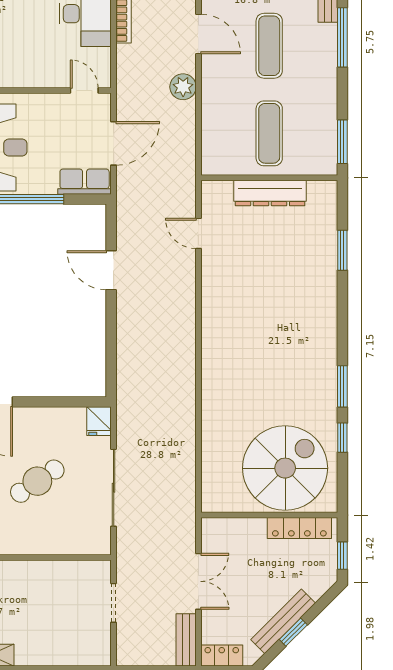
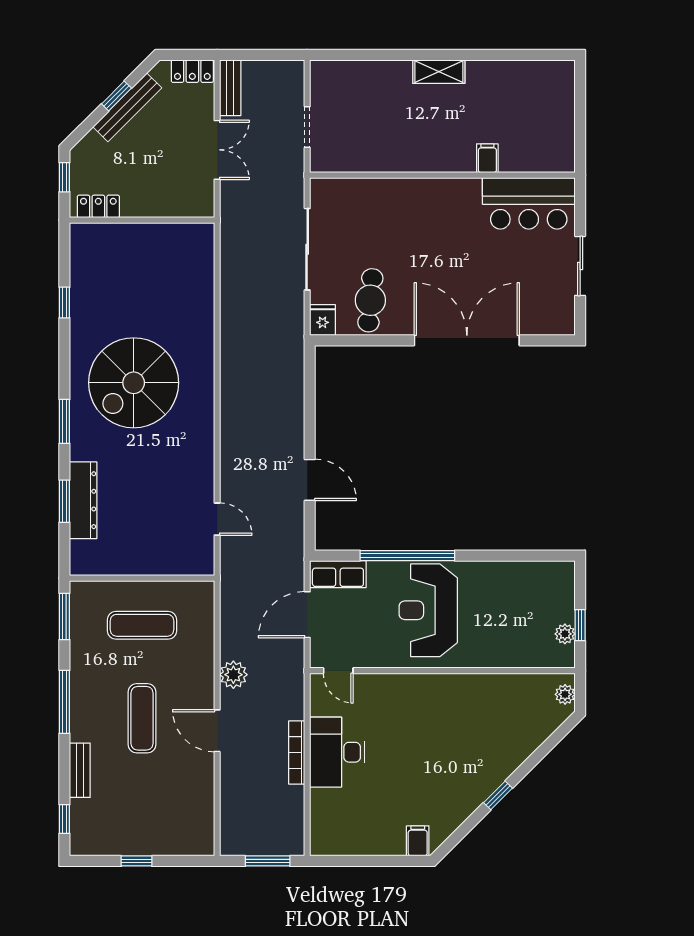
window: (342, 37) -> (64, 702), moved
exercise mat: (269, 133) -> (142, 625), turned 90
dresser: (270, 193) -> (83, 500), moved, turned 90
window: (342, 386) -> (64, 421), moved
spiral stairs: (285, 468) -> (134, 383), moved
cafe table: (37, 481) -> (370, 300), moved, turned -51
locker: (299, 528) -> (98, 206), width x0.66
double door: (198, 581) -> (217, 150), swing flipped

